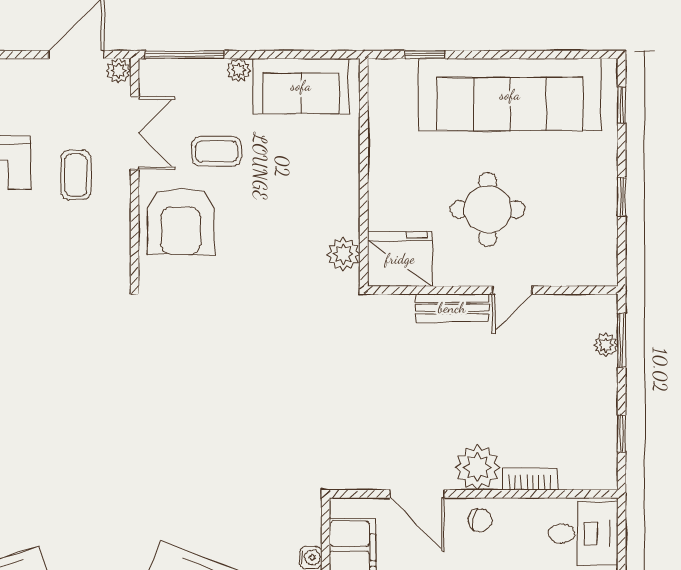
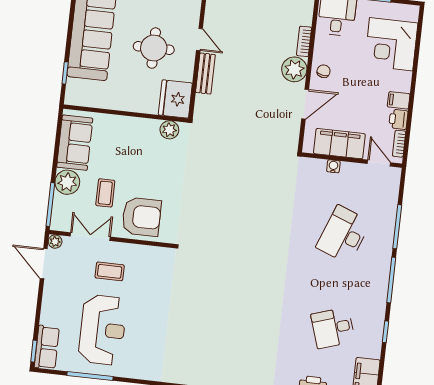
plant: (238, 70) -> (67, 182), width x1.88, depth x1.88

